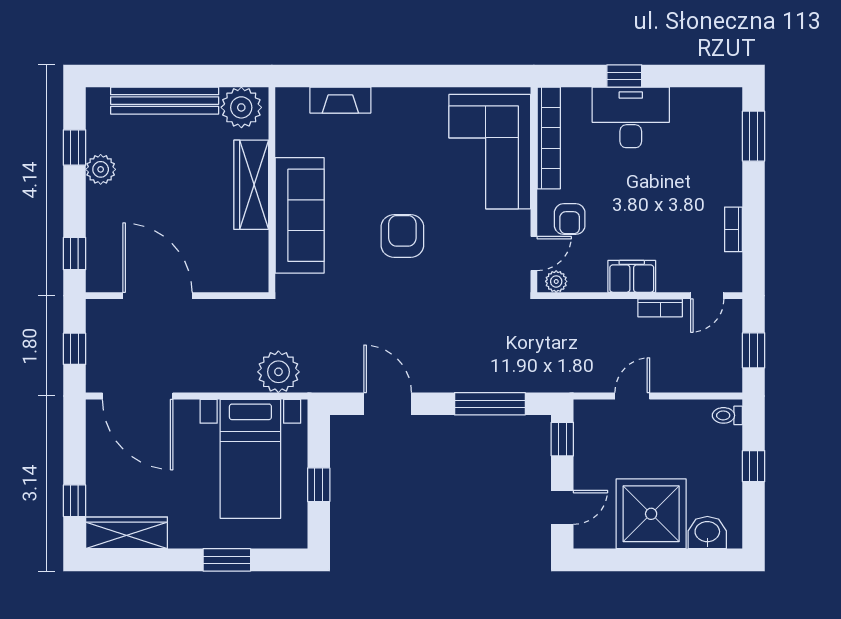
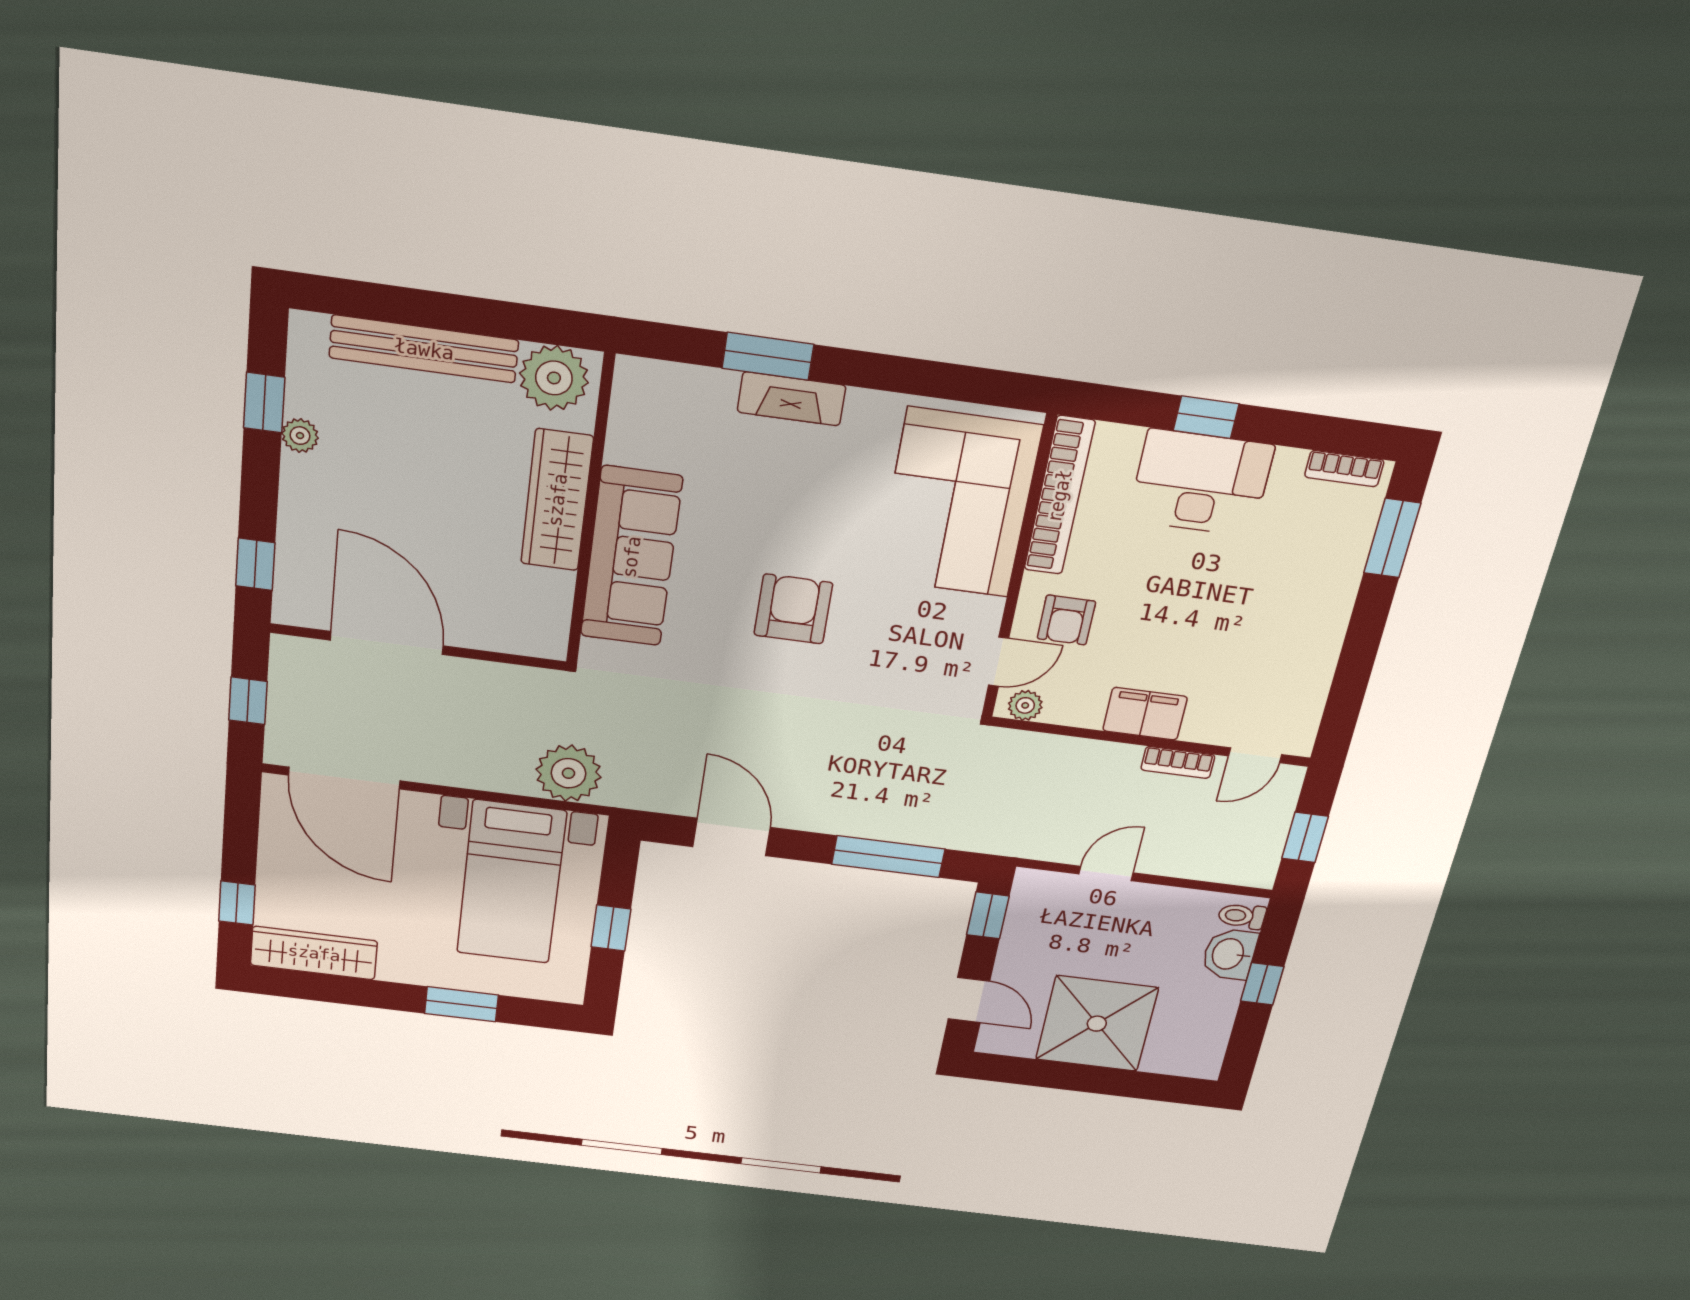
window: (363, 76) -> (768, 356), added
fireplace: (340, 100) -> (792, 399), moved
plant: (101, 169) -> (300, 436), width x0.73, depth x0.73
bookcase: (733, 229) -> (1344, 469), moved, turned -90
door: (562, 507) -> (969, 1000), hinge flipped
washbasin: (707, 533) -> (1229, 954), moved, turned -90

